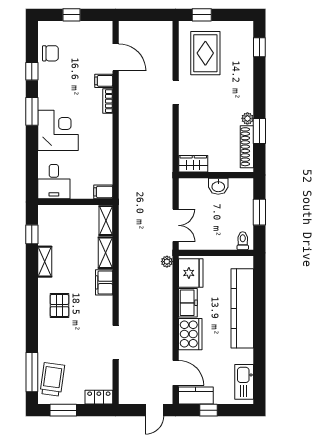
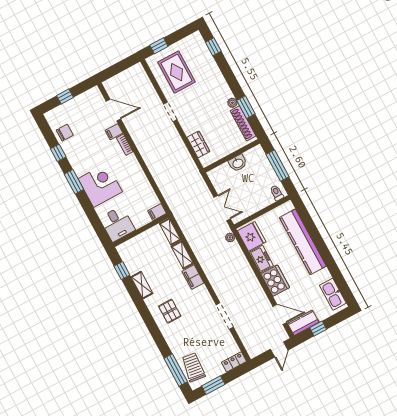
wardrobe: (193, 164) -> (198, 144), moved, turned 90
window: (259, 212) -> (278, 166), width x1.44

